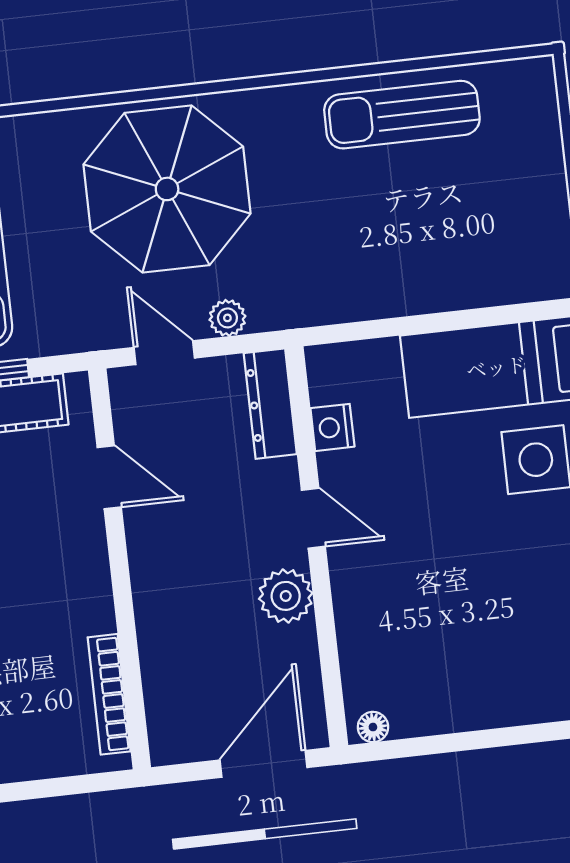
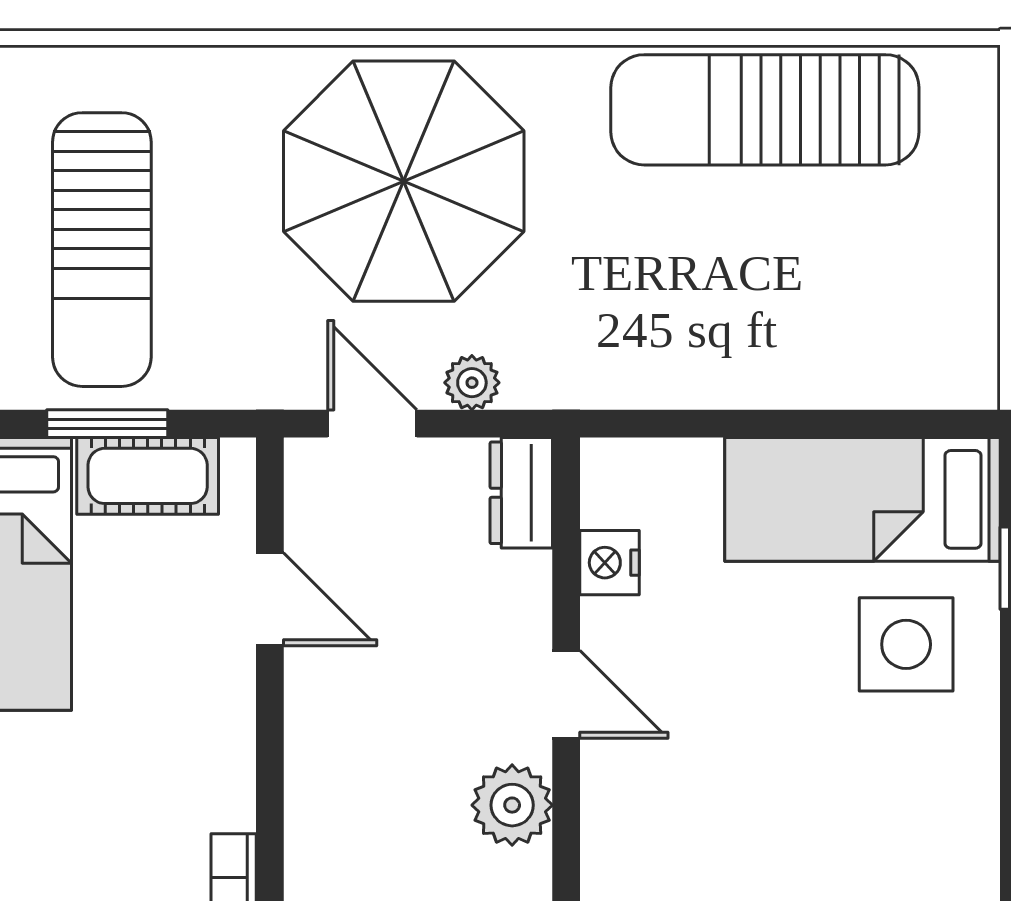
sun lounger: (402, 115) -> (765, 110), width x1.36, depth x1.34
dresser: (270, 404) -> (521, 493), width x0.70

